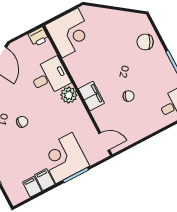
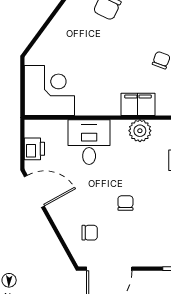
printer: (38, 37) -> (34, 149), moved
plant: (69, 95) -> (140, 131), moved

